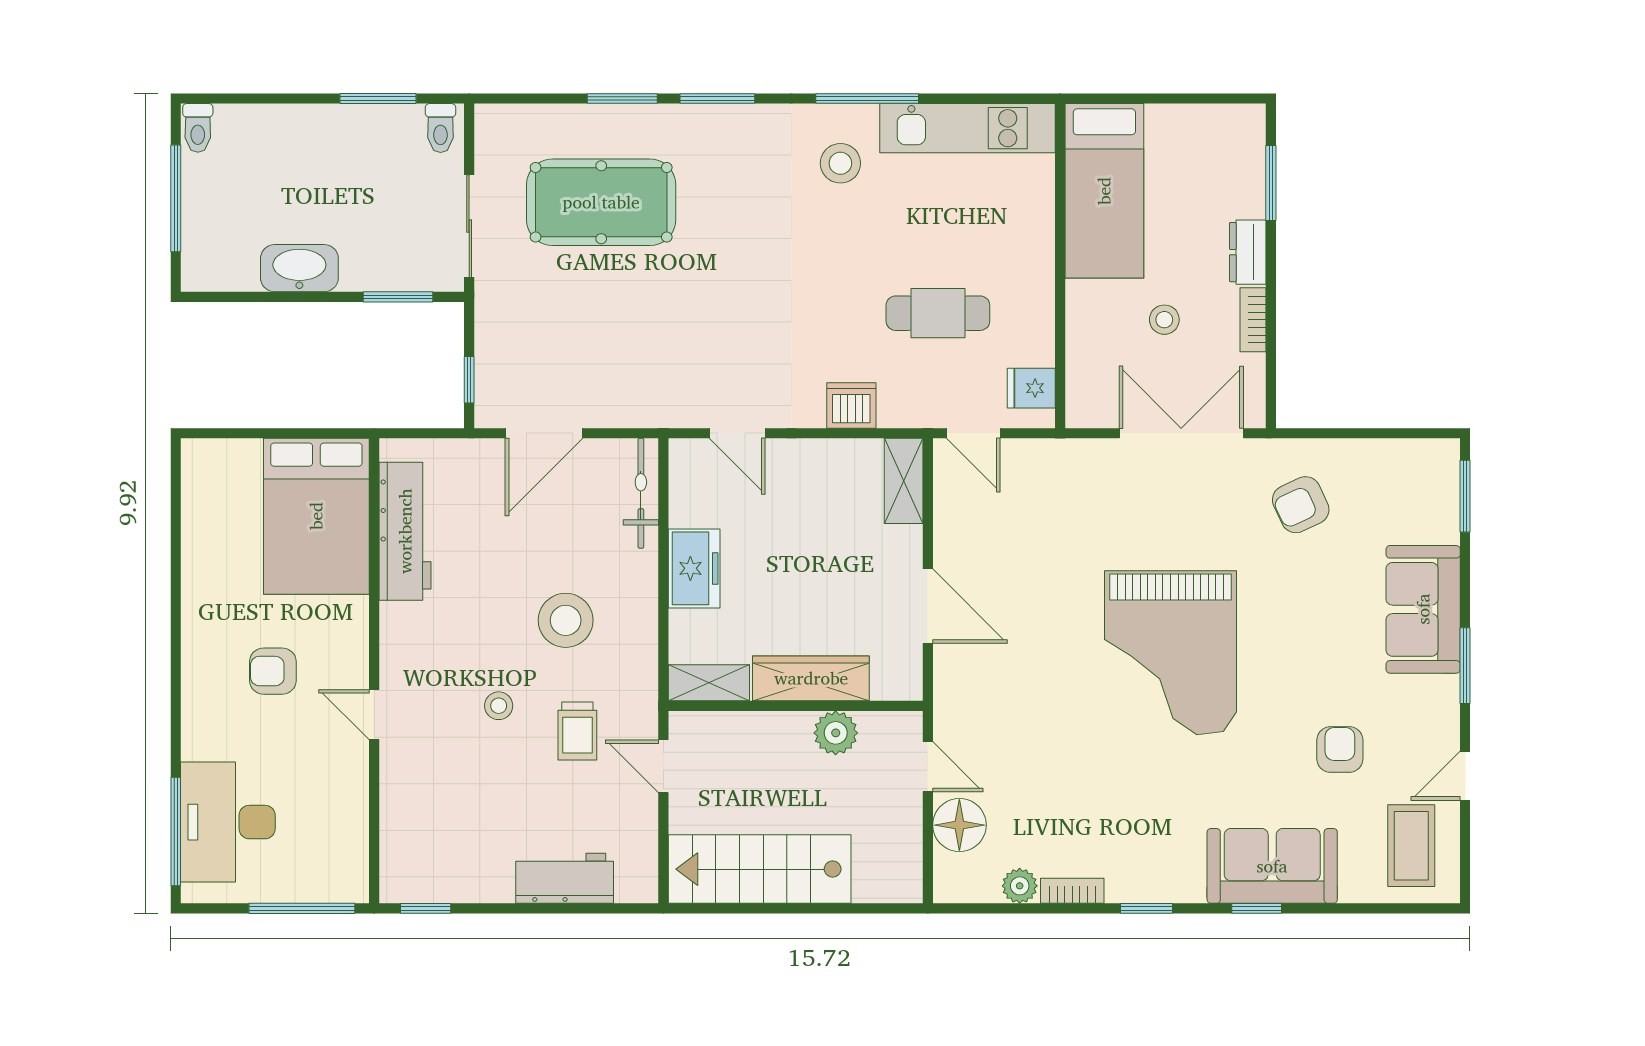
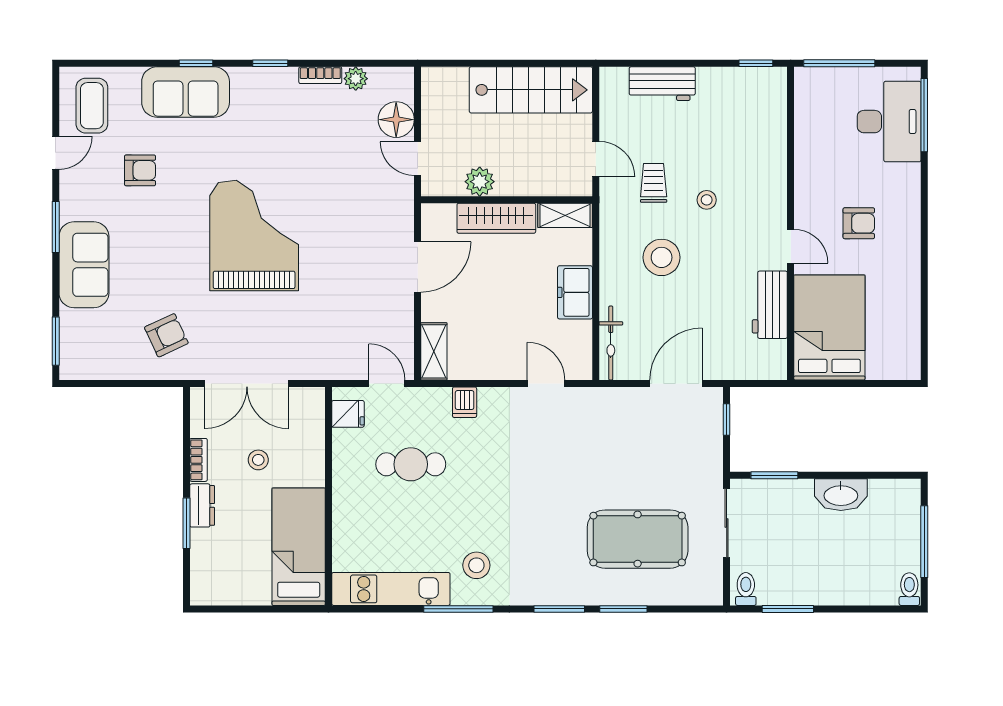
window: (1271, 183) -> (187, 523), moved
dishwasher: (851, 405) -> (465, 402), width x0.73
workbench: (405, 531) -> (770, 305), width x0.73
door: (928, 606) -> (418, 267), swing flipped
door: (374, 715) -> (791, 246), moved
armchair: (1340, 750) -> (140, 170), turned -90

